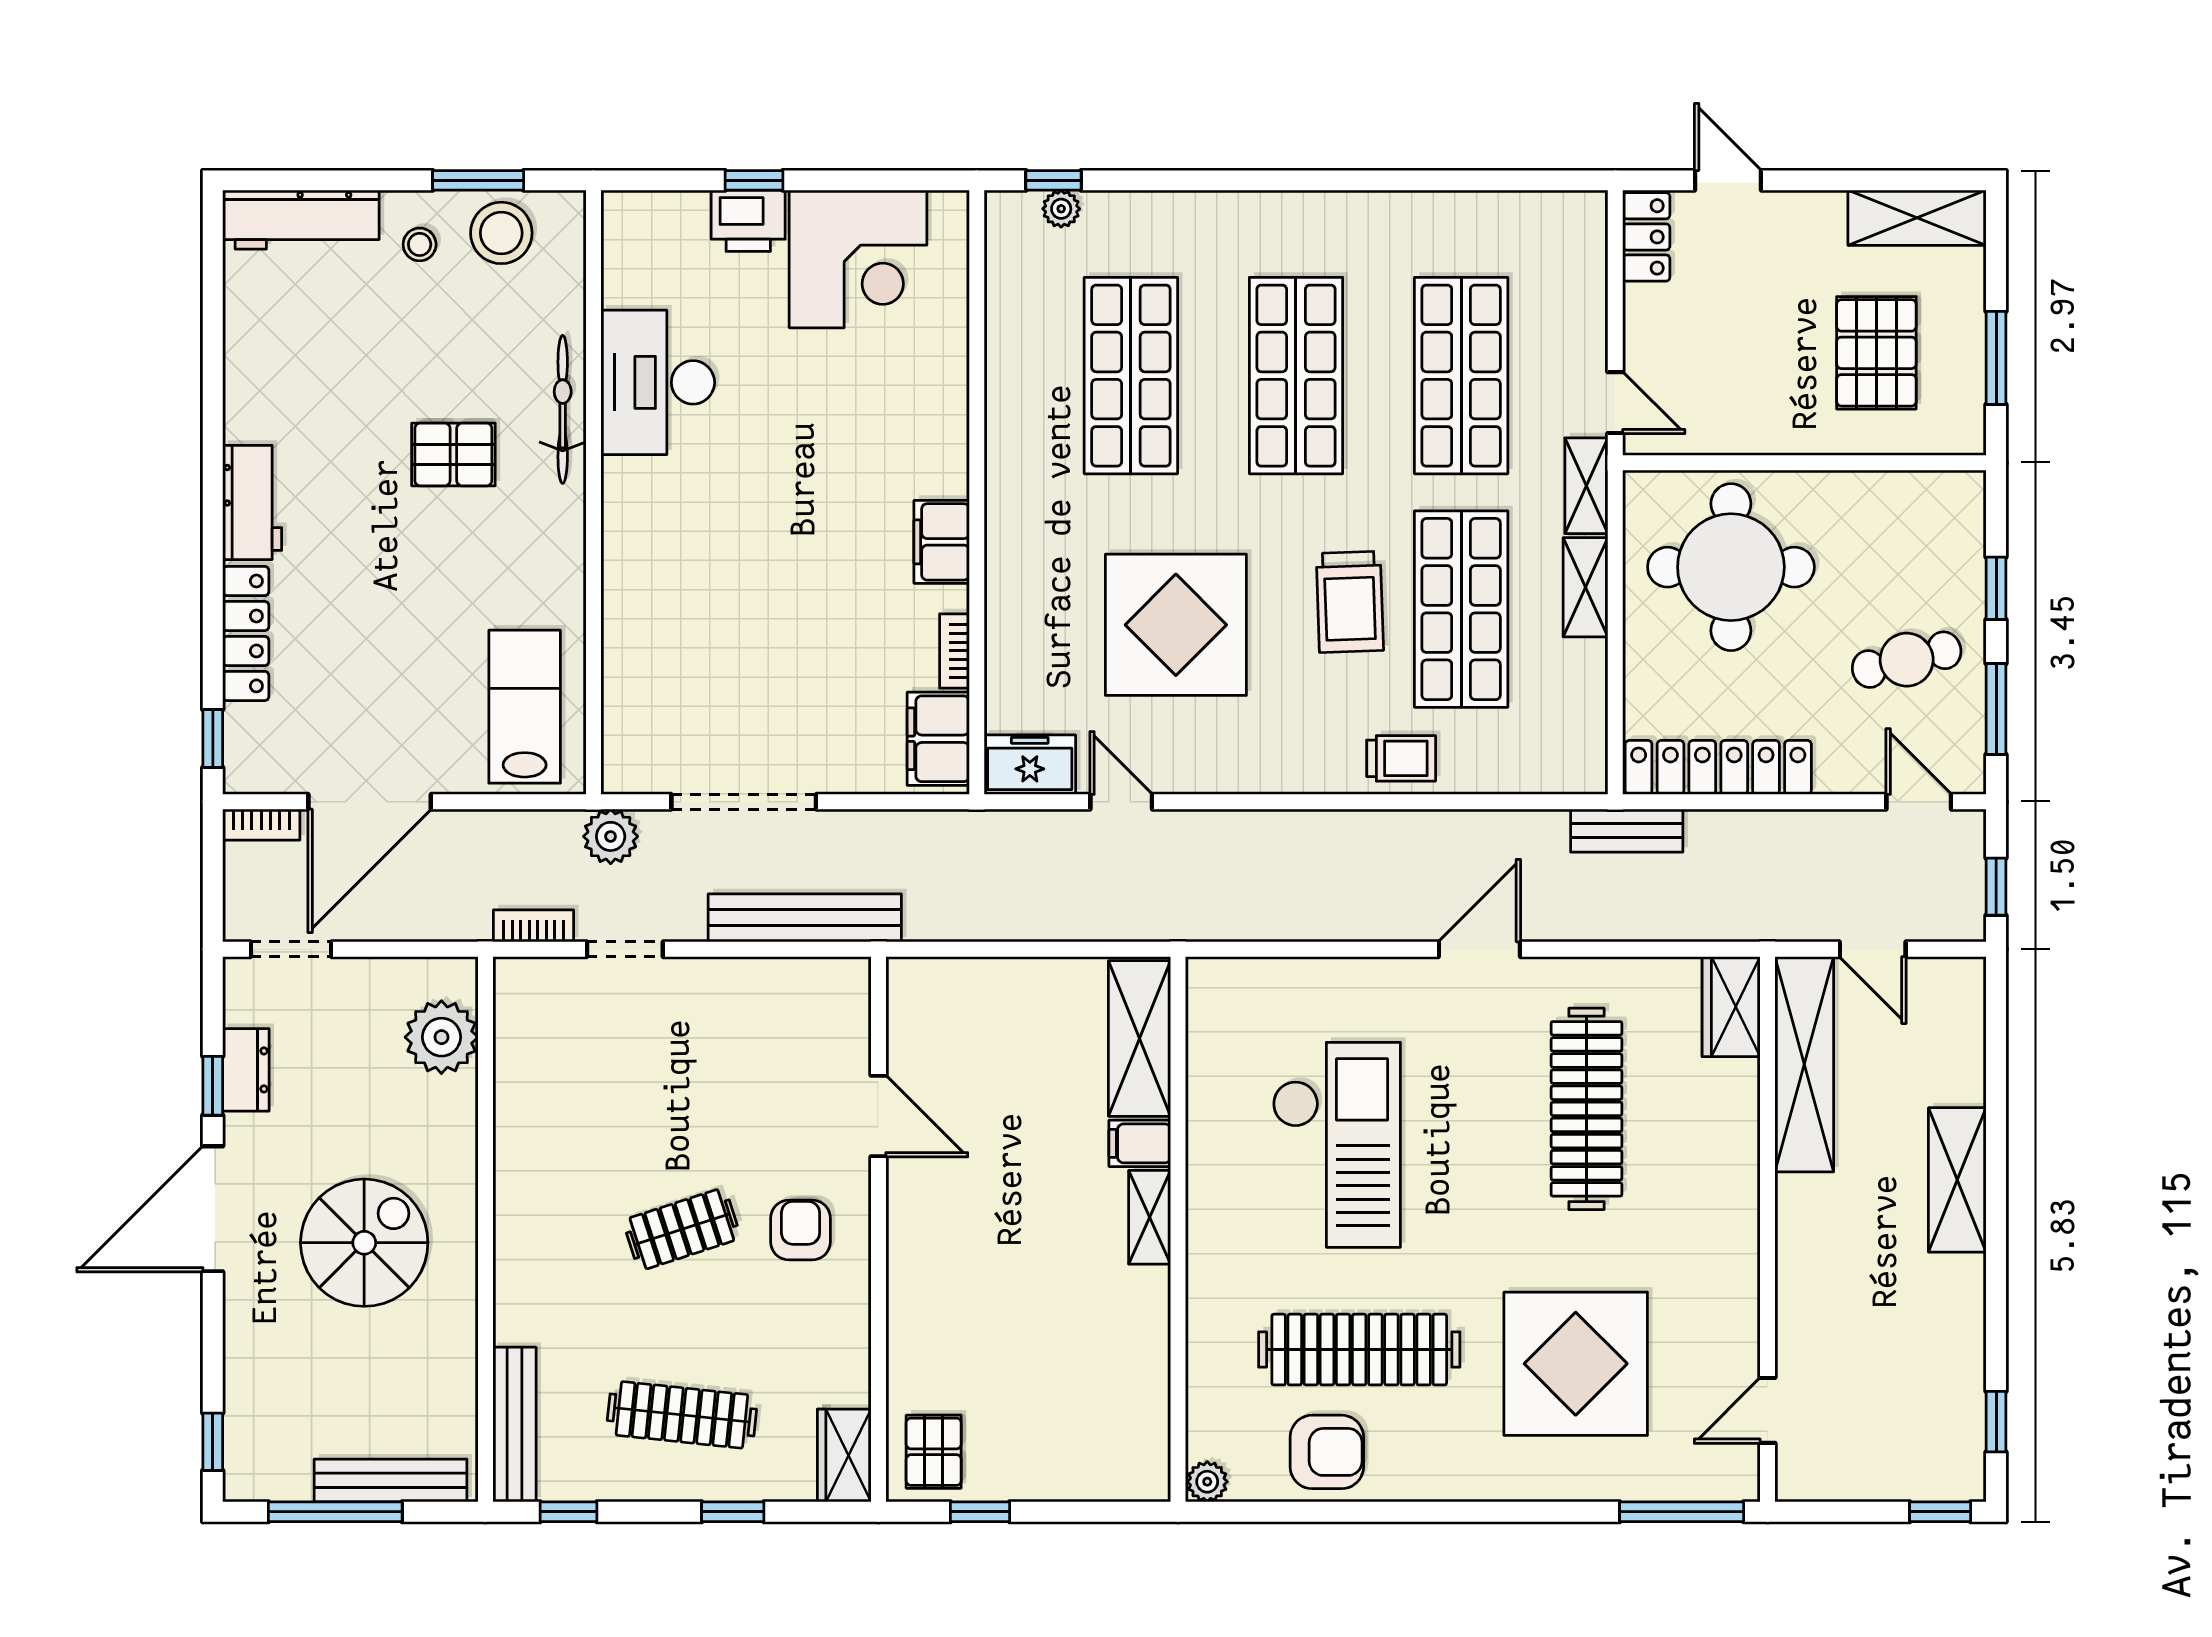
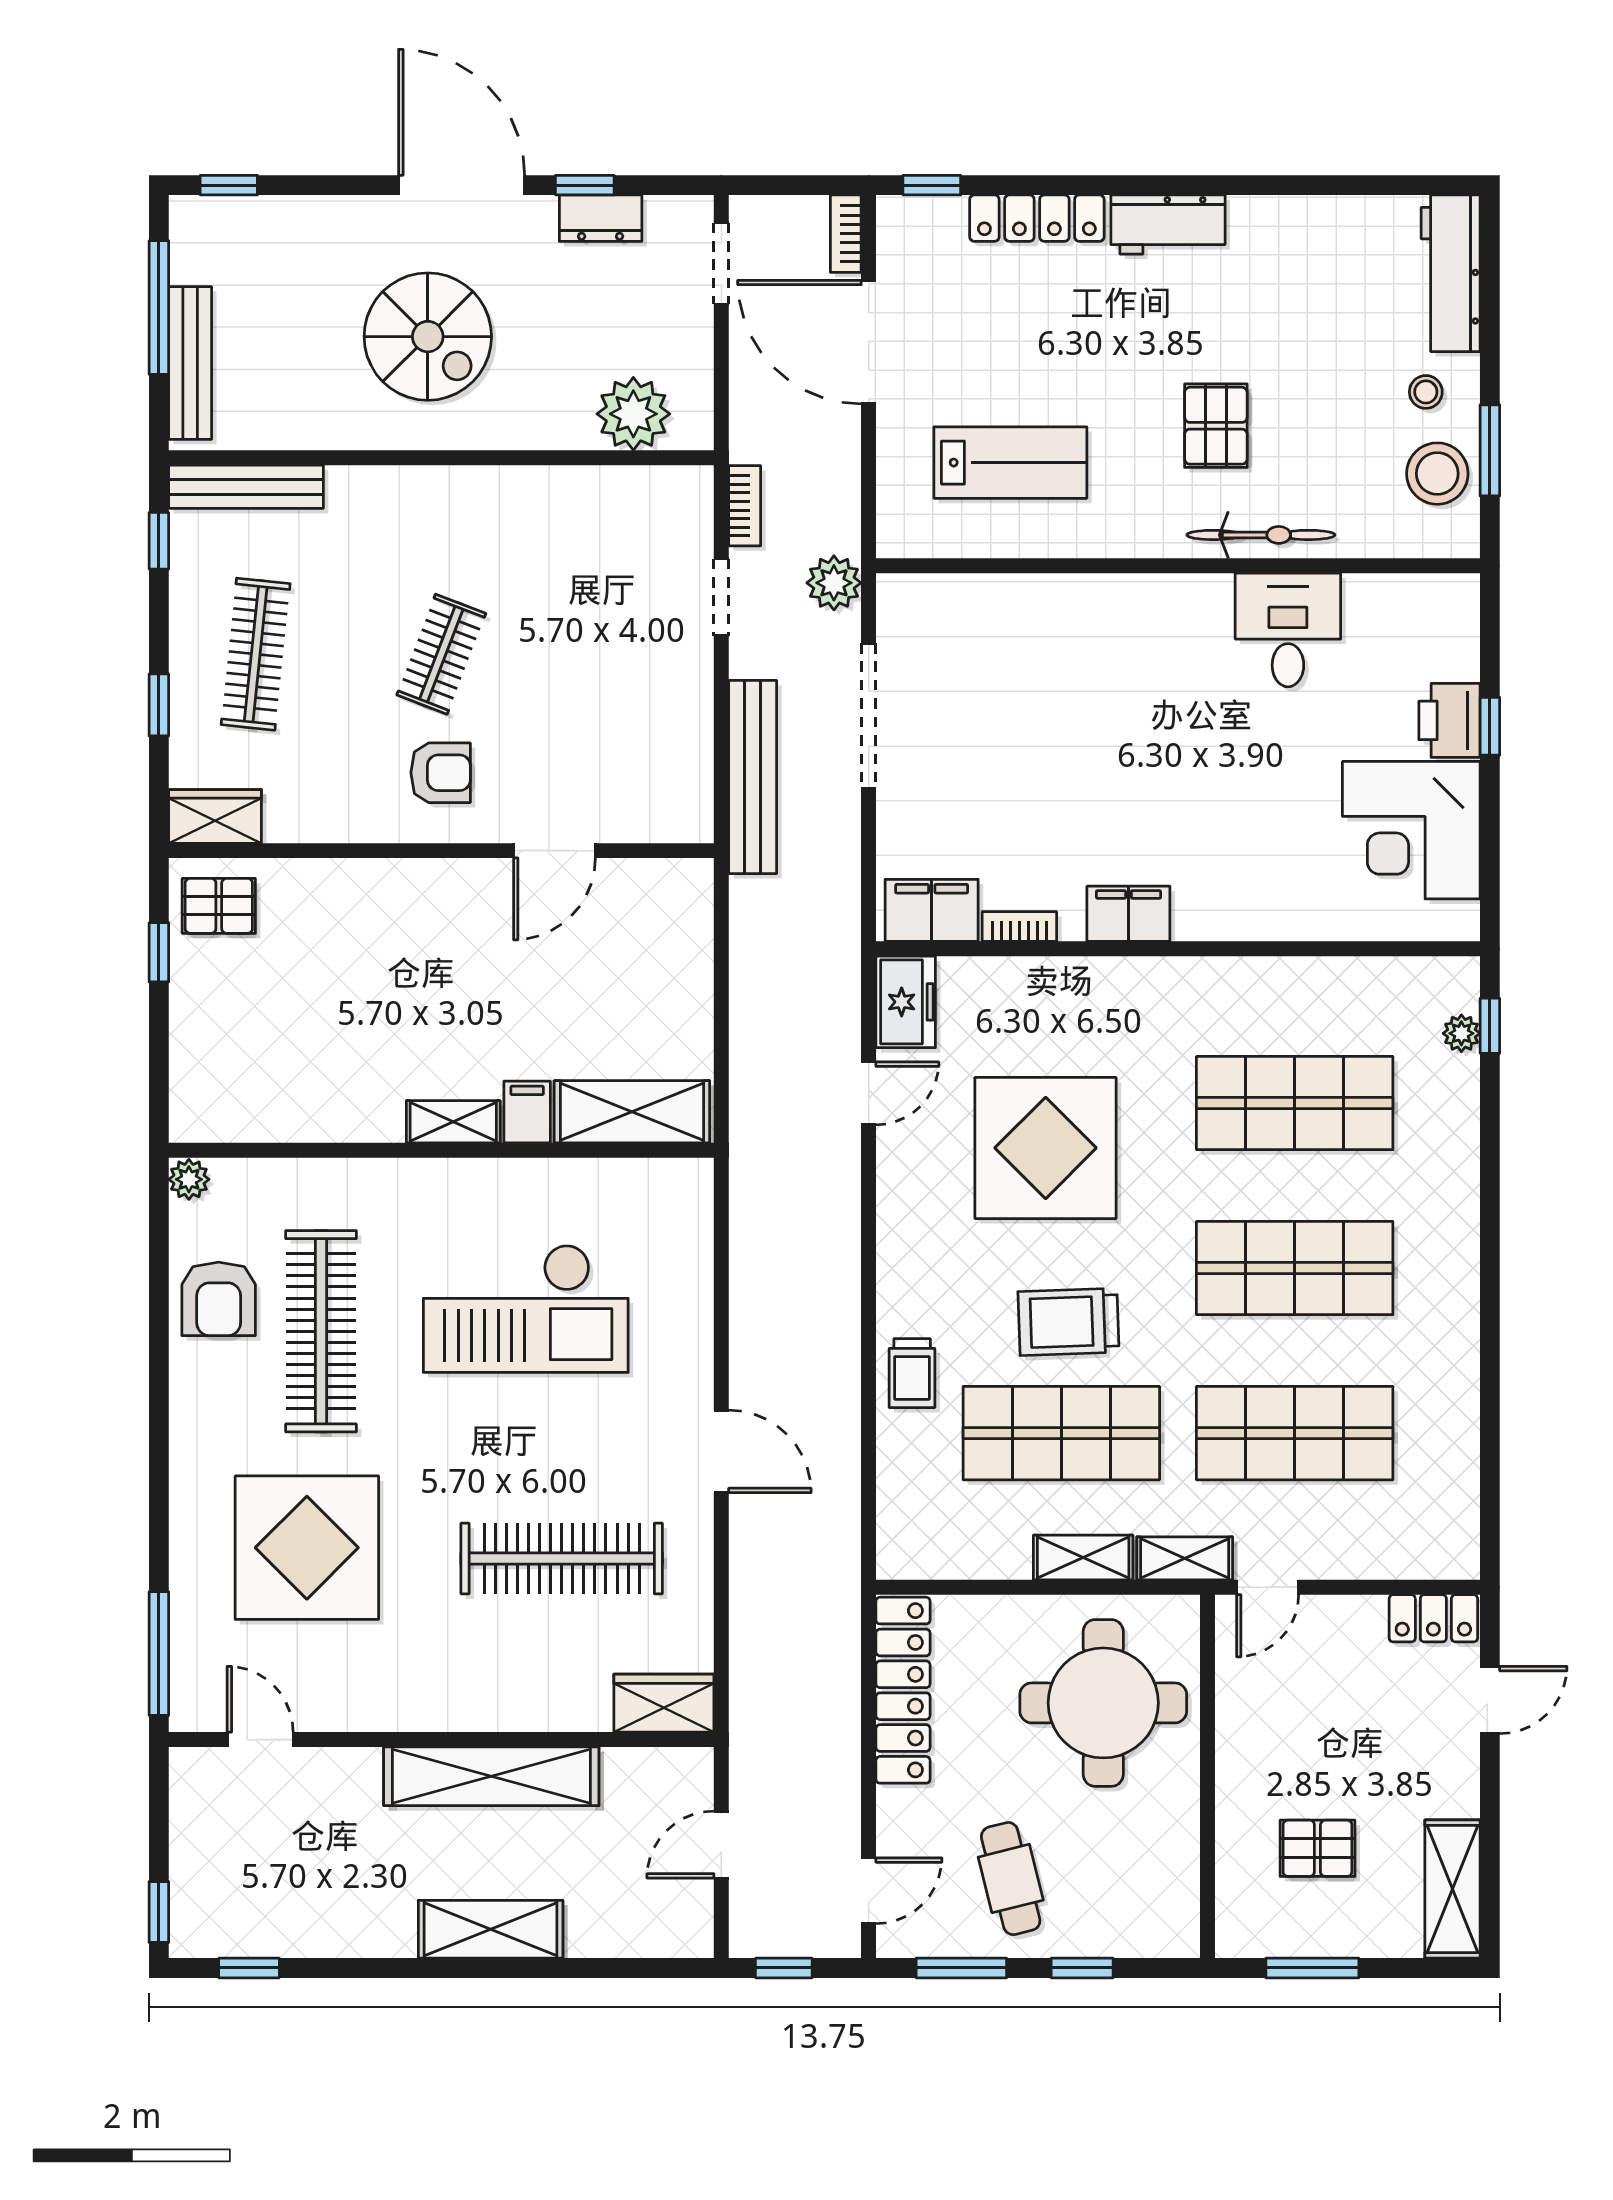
pallet: (1876, 353) -> (1317, 1848), width x0.67, depth x0.71
desk: (658, 382) -> (1288, 630), width x0.73
lab bench: (525, 707) -> (1010, 463), moved
bench: (1627, 831) -> (840, 1599), removed
shelving: (1804, 1064) -> (491, 1776), moved
clothes rail: (682, 1229) -> (441, 654), turned 39

